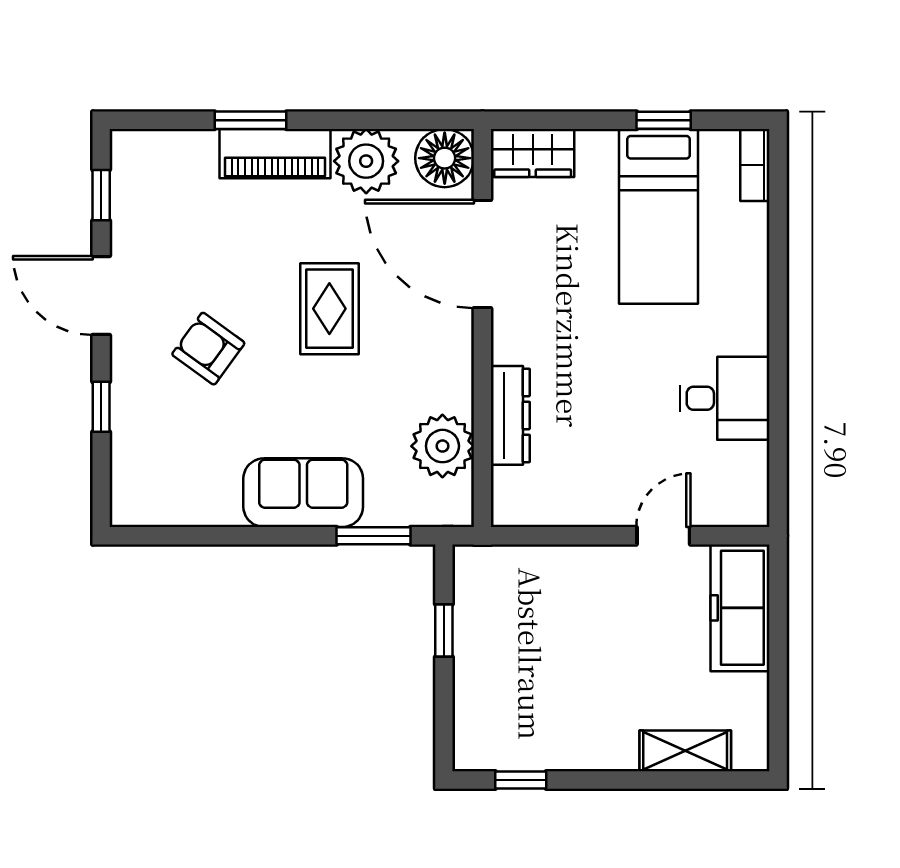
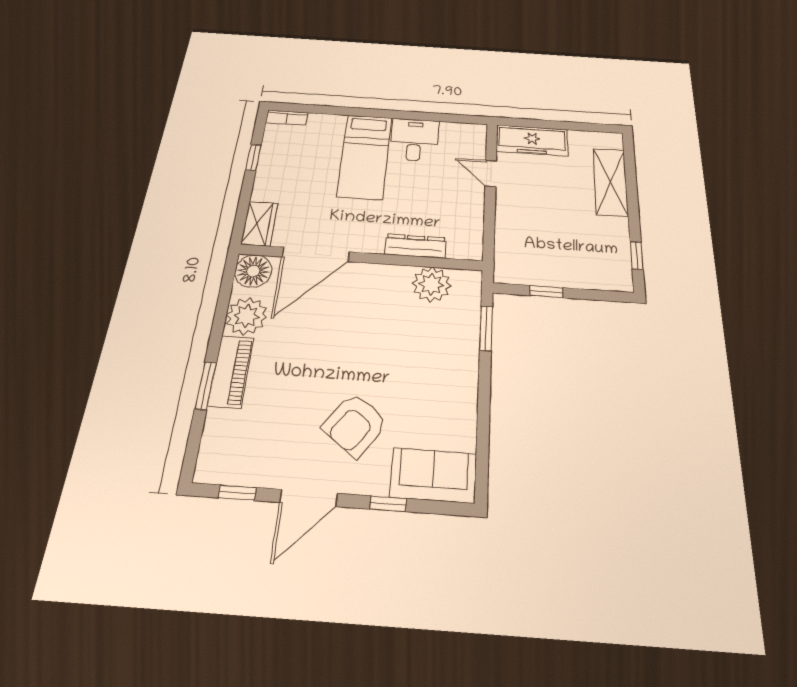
bed: (659, 216) -> (365, 156), moved, turned 90
rug: (329, 309) -> (338, 345), removed
armchair: (208, 349) -> (355, 425), width x1.38, depth x1.38
sofa: (303, 493) -> (434, 475), moved, turned 90
shelving: (685, 751) -> (610, 182), width x1.50, depth x1.33

